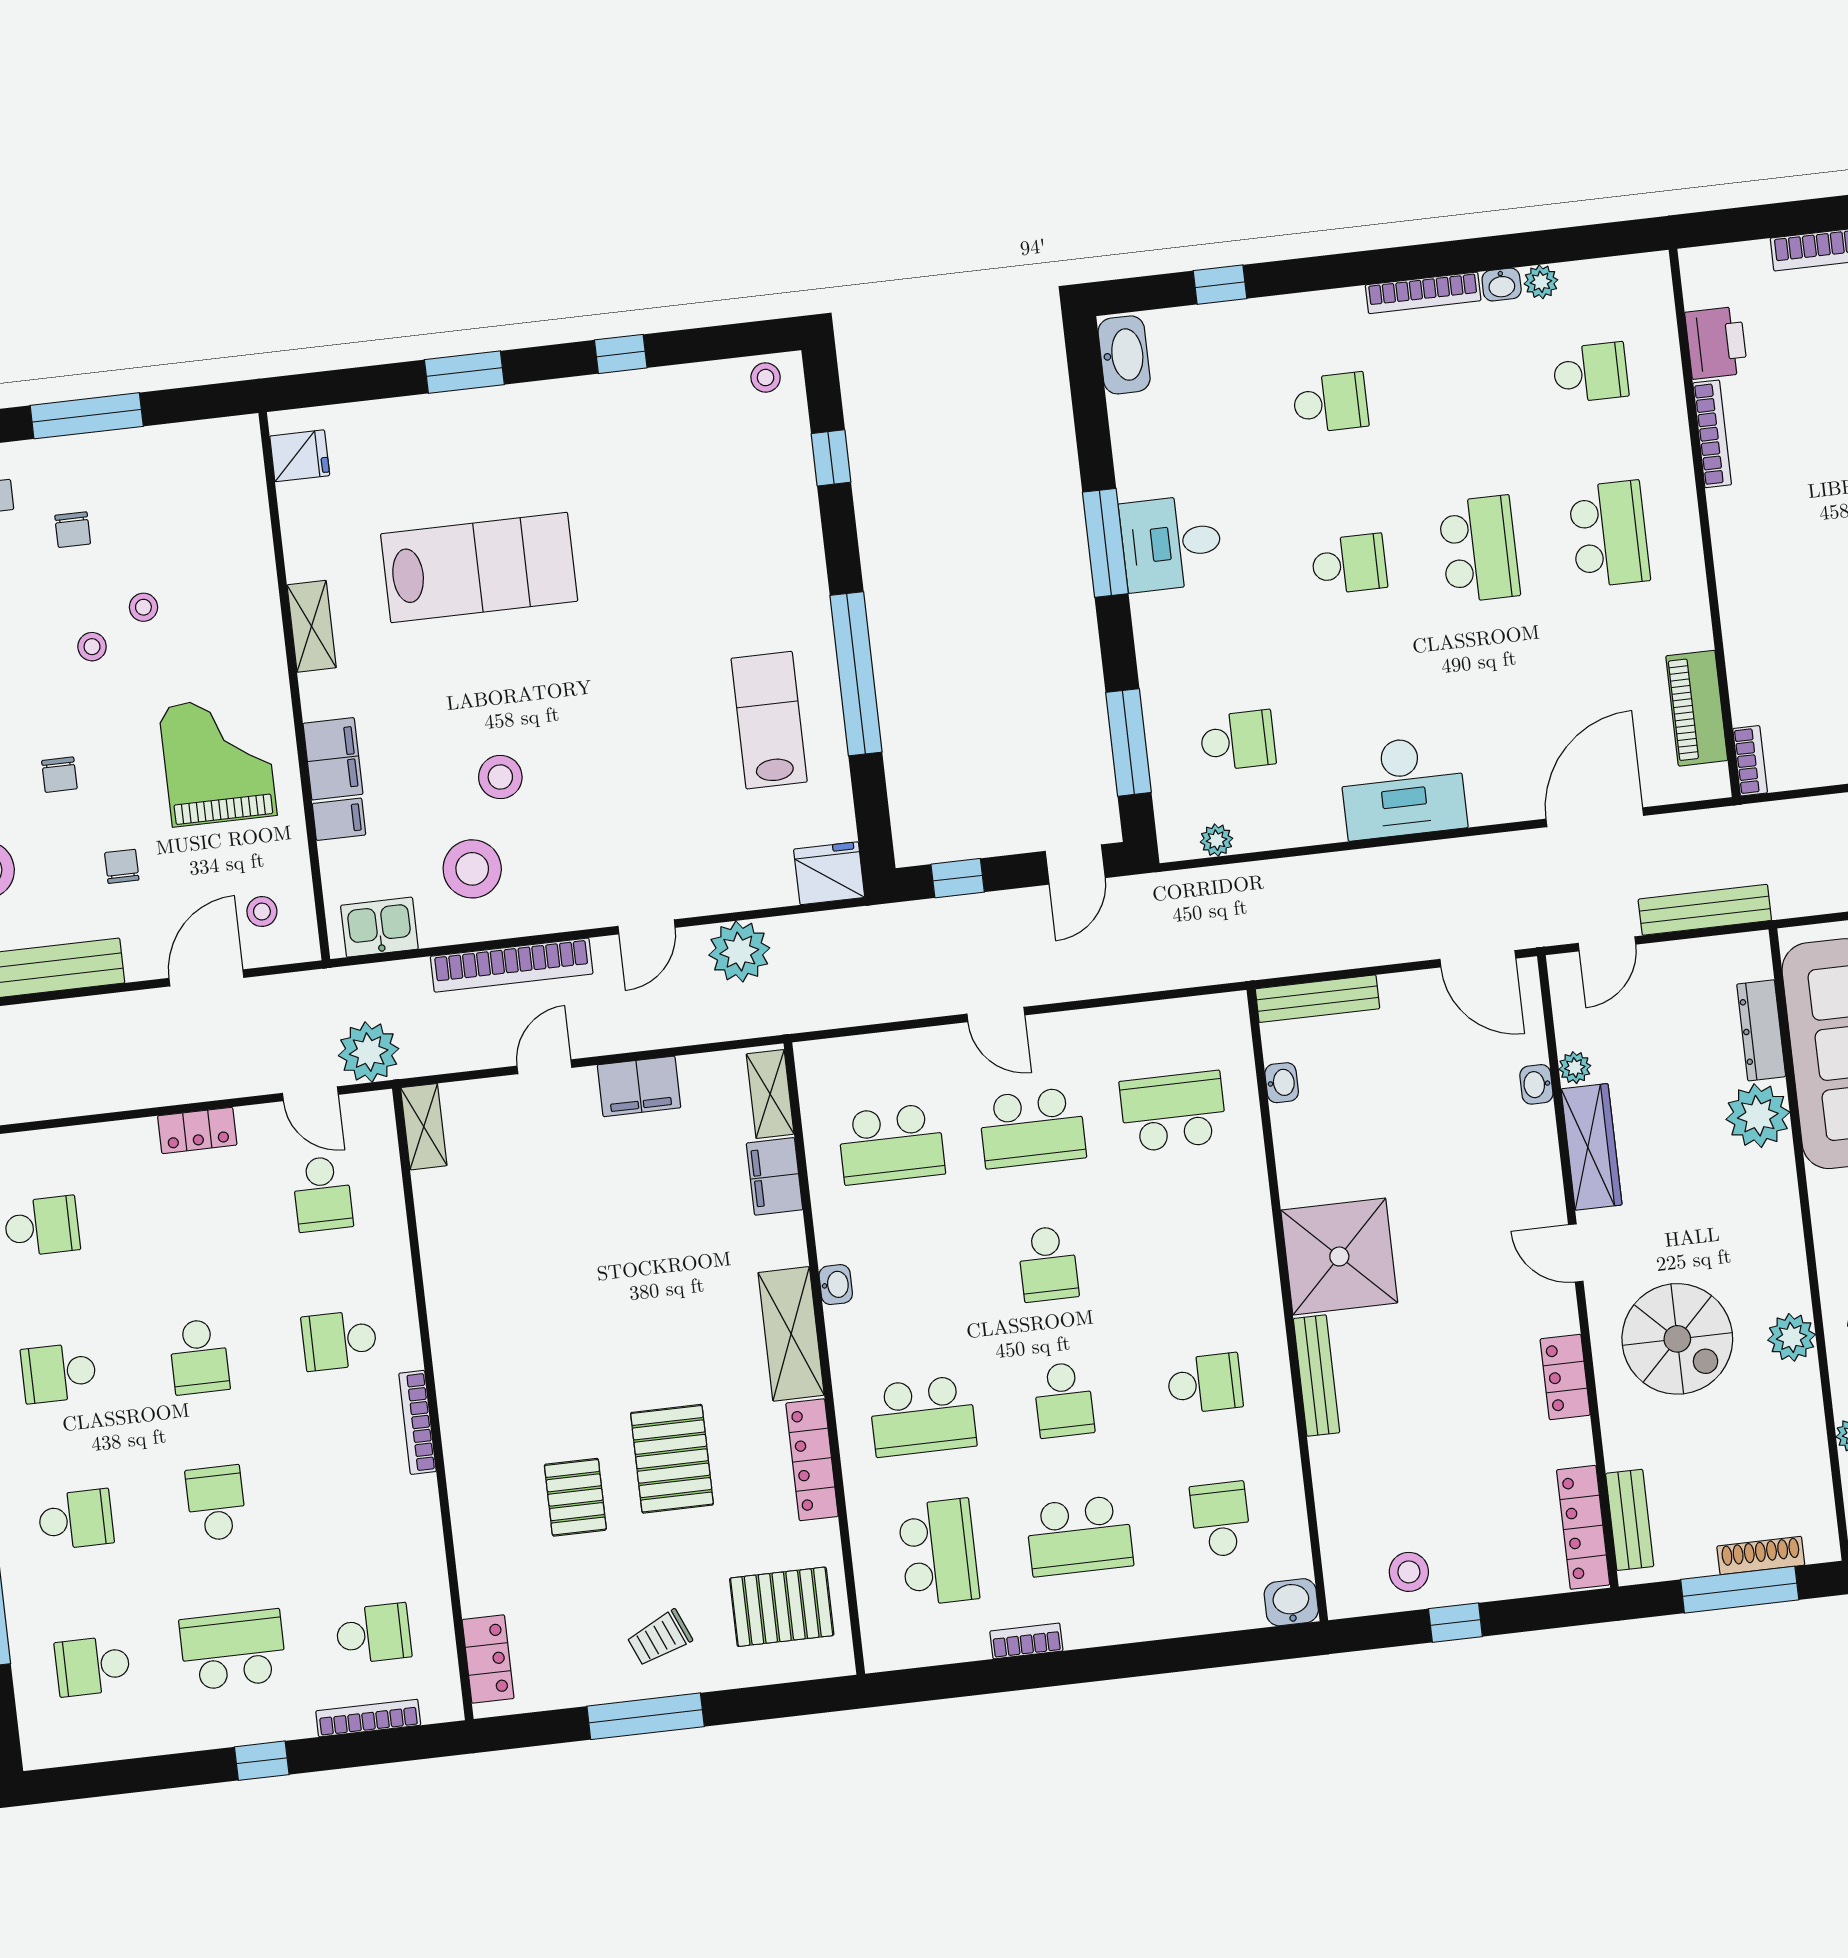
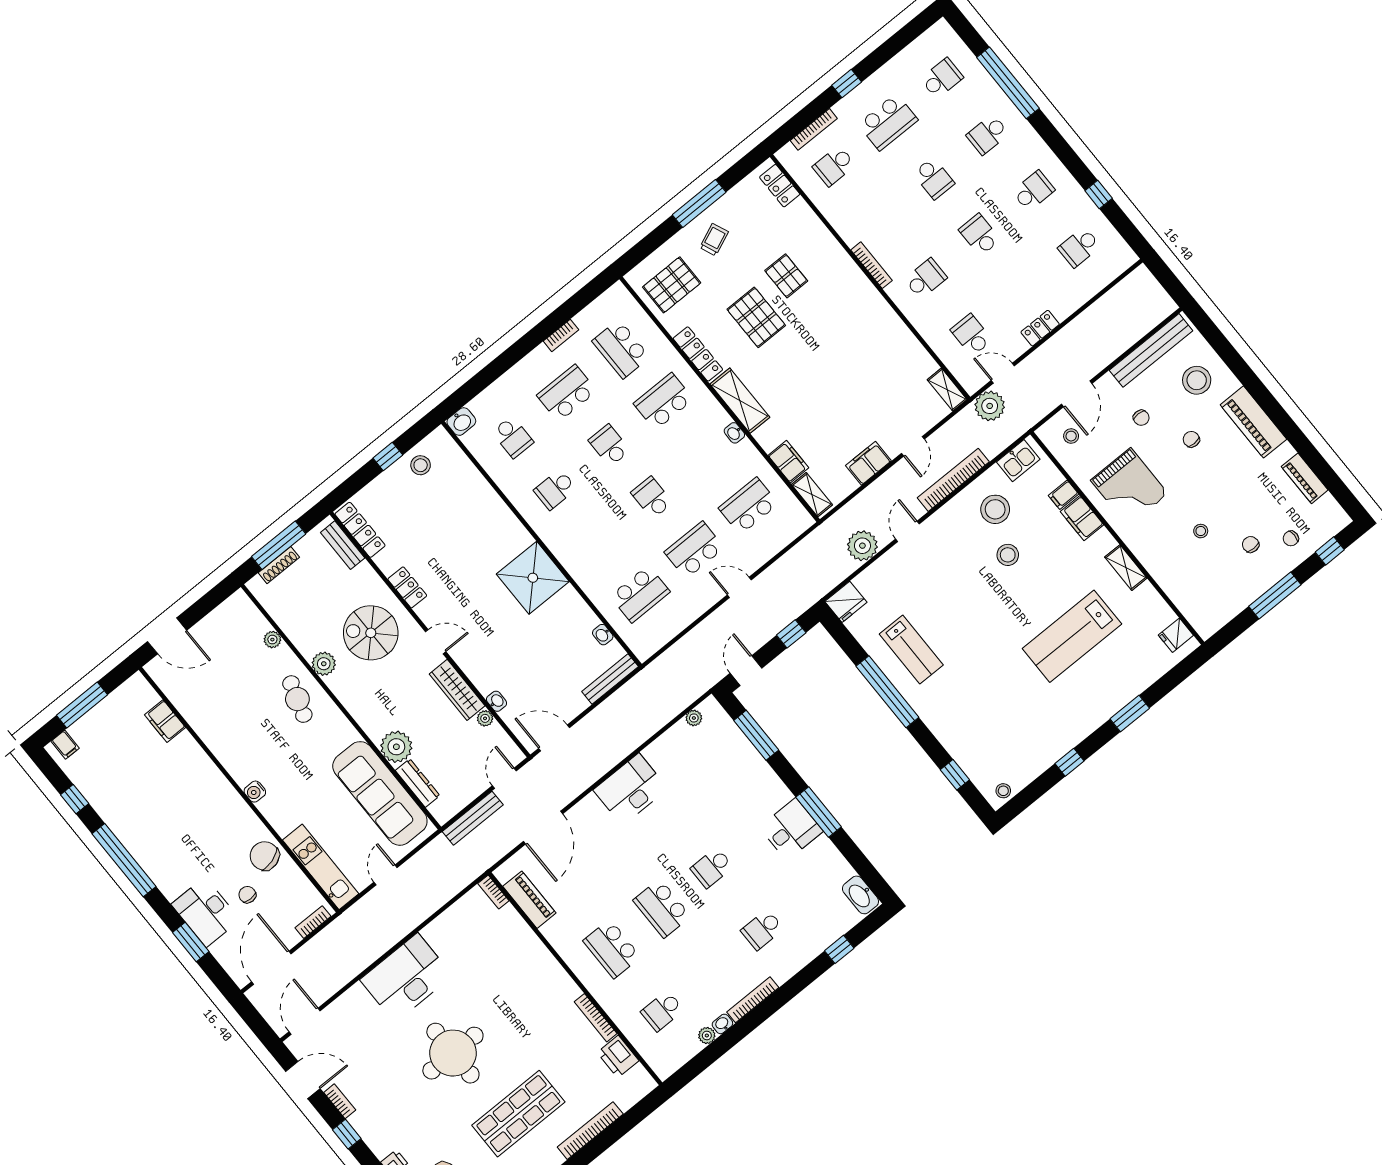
stool: (92, 647) -> (1212, 501), removed
school desk: (1238, 740) -> (711, 765), removed
bench: (1317, 1376) -> (511, 522), removed

